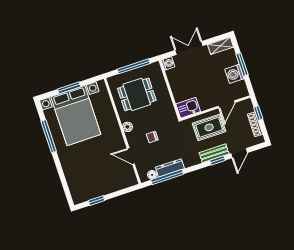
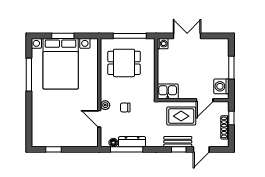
shelving: (221, 46) -> (217, 44), removed
washing machine: (234, 74) -> (221, 86), moved
plant: (127, 127) -> (105, 105), moved

